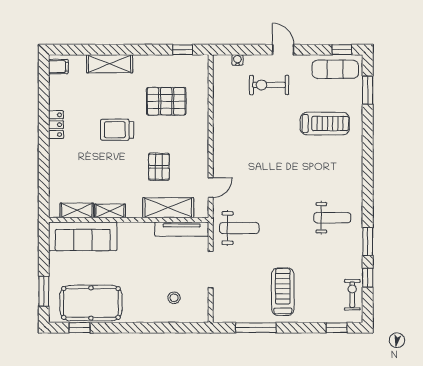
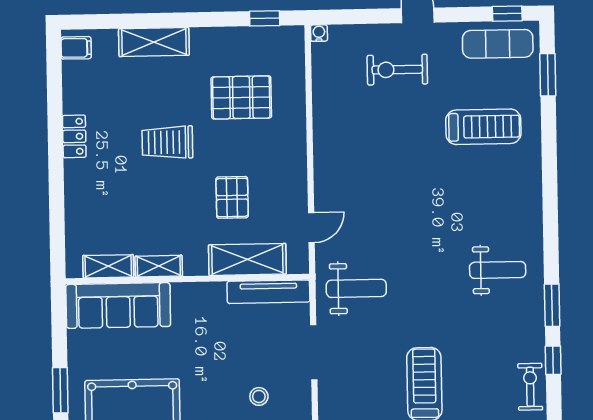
water cooler: (237, 60) -> (319, 33), moved

